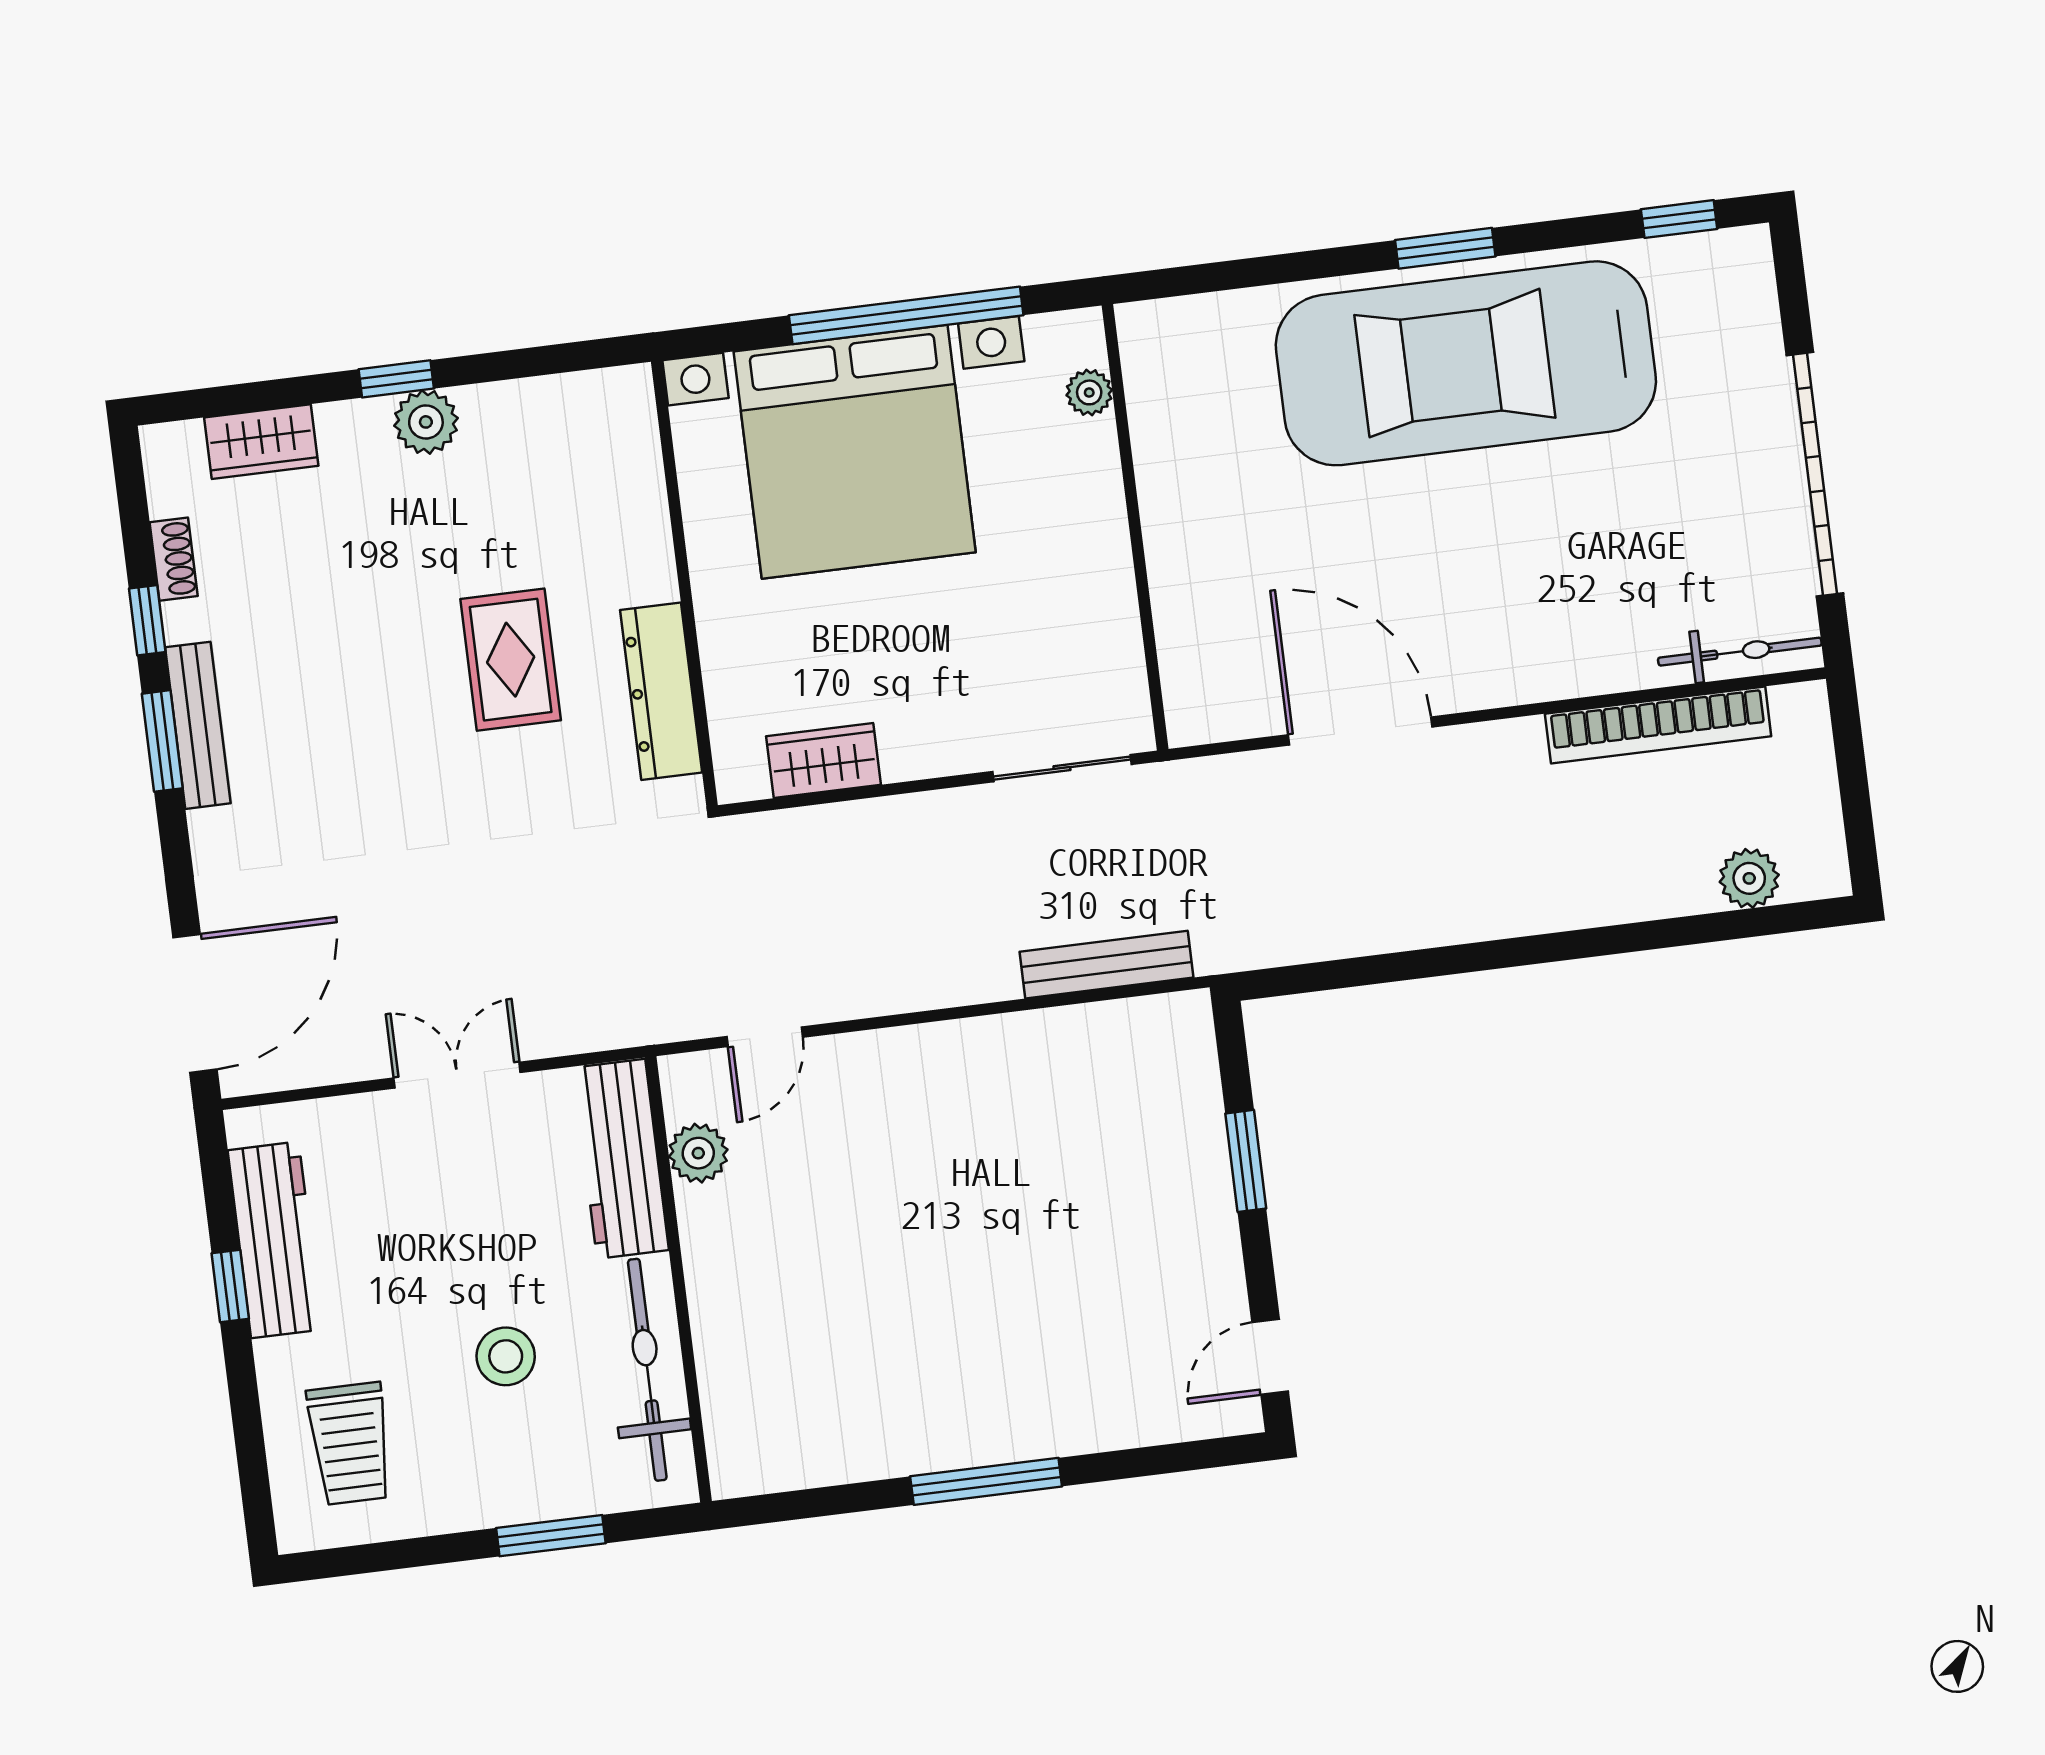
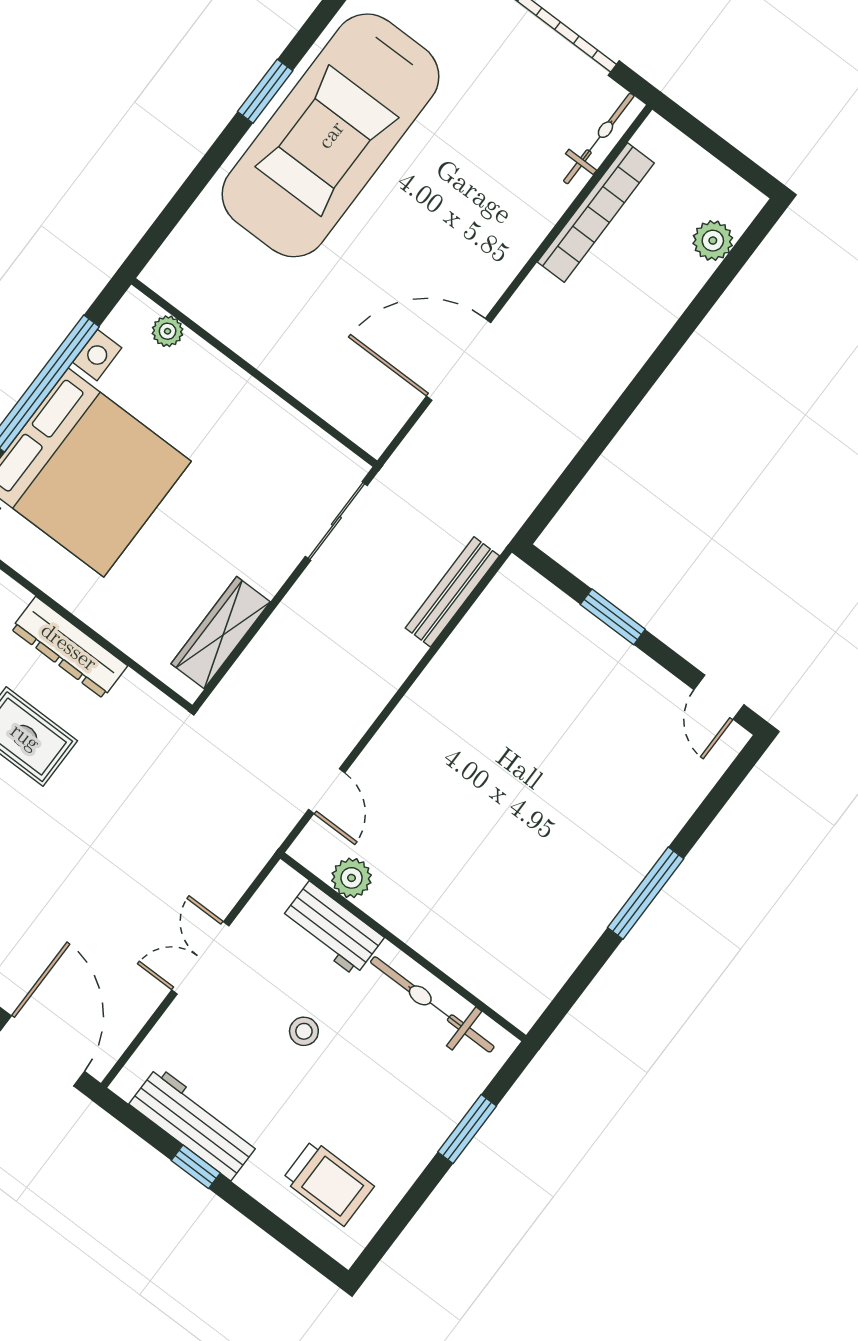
dresser: (661, 691) -> (69, 647), moved
wardrobe: (824, 760) -> (221, 633), width x1.50
workbench: (621, 1159) -> (332, 929), width x0.73
stool: (506, 1356) -> (304, 1031), moved, width x0.73, depth x0.73

